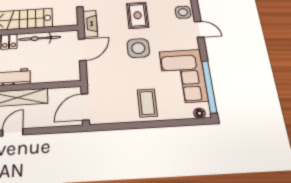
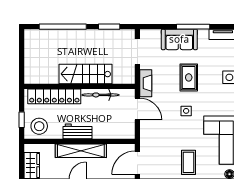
side table: (138, 48) -> (186, 111), width x0.54, depth x0.54
door: (82, 50) -> (137, 109), hinge flipped

